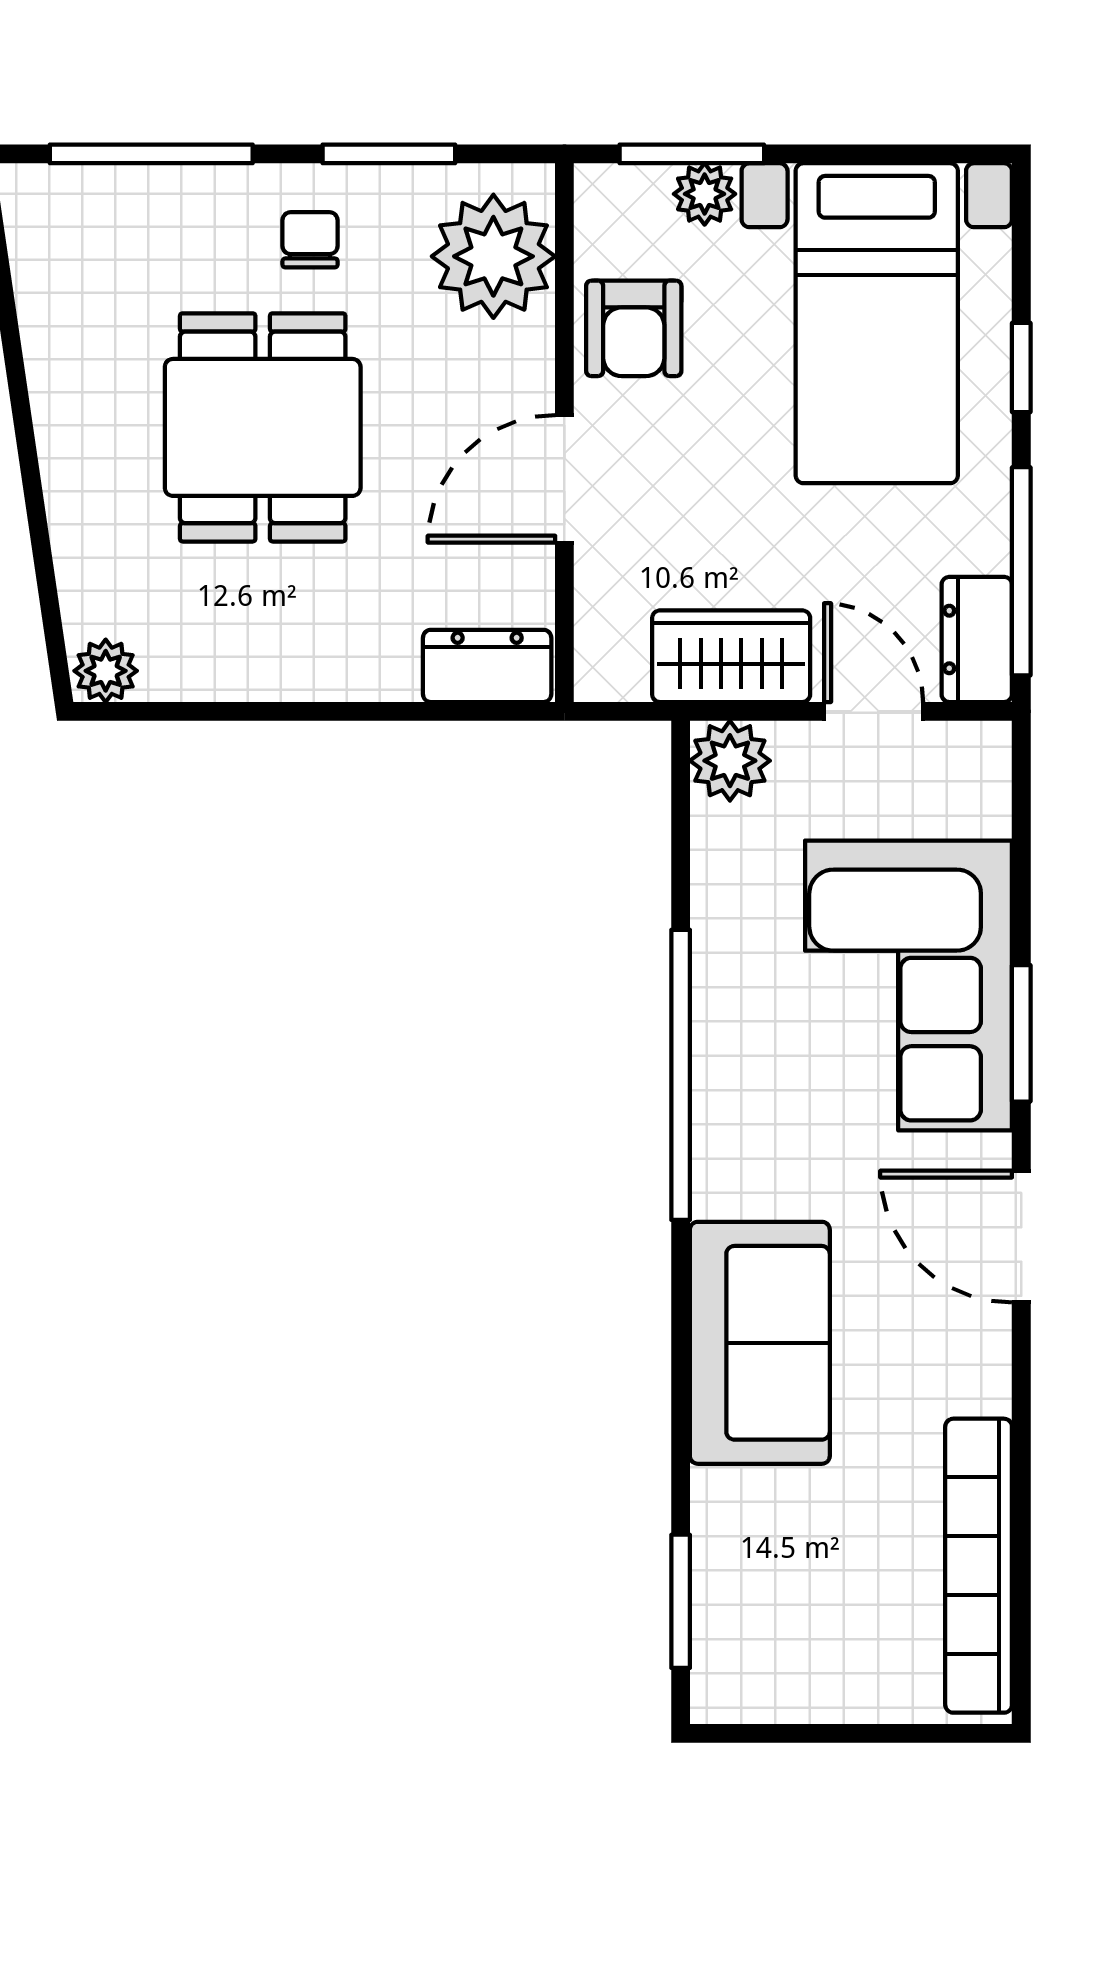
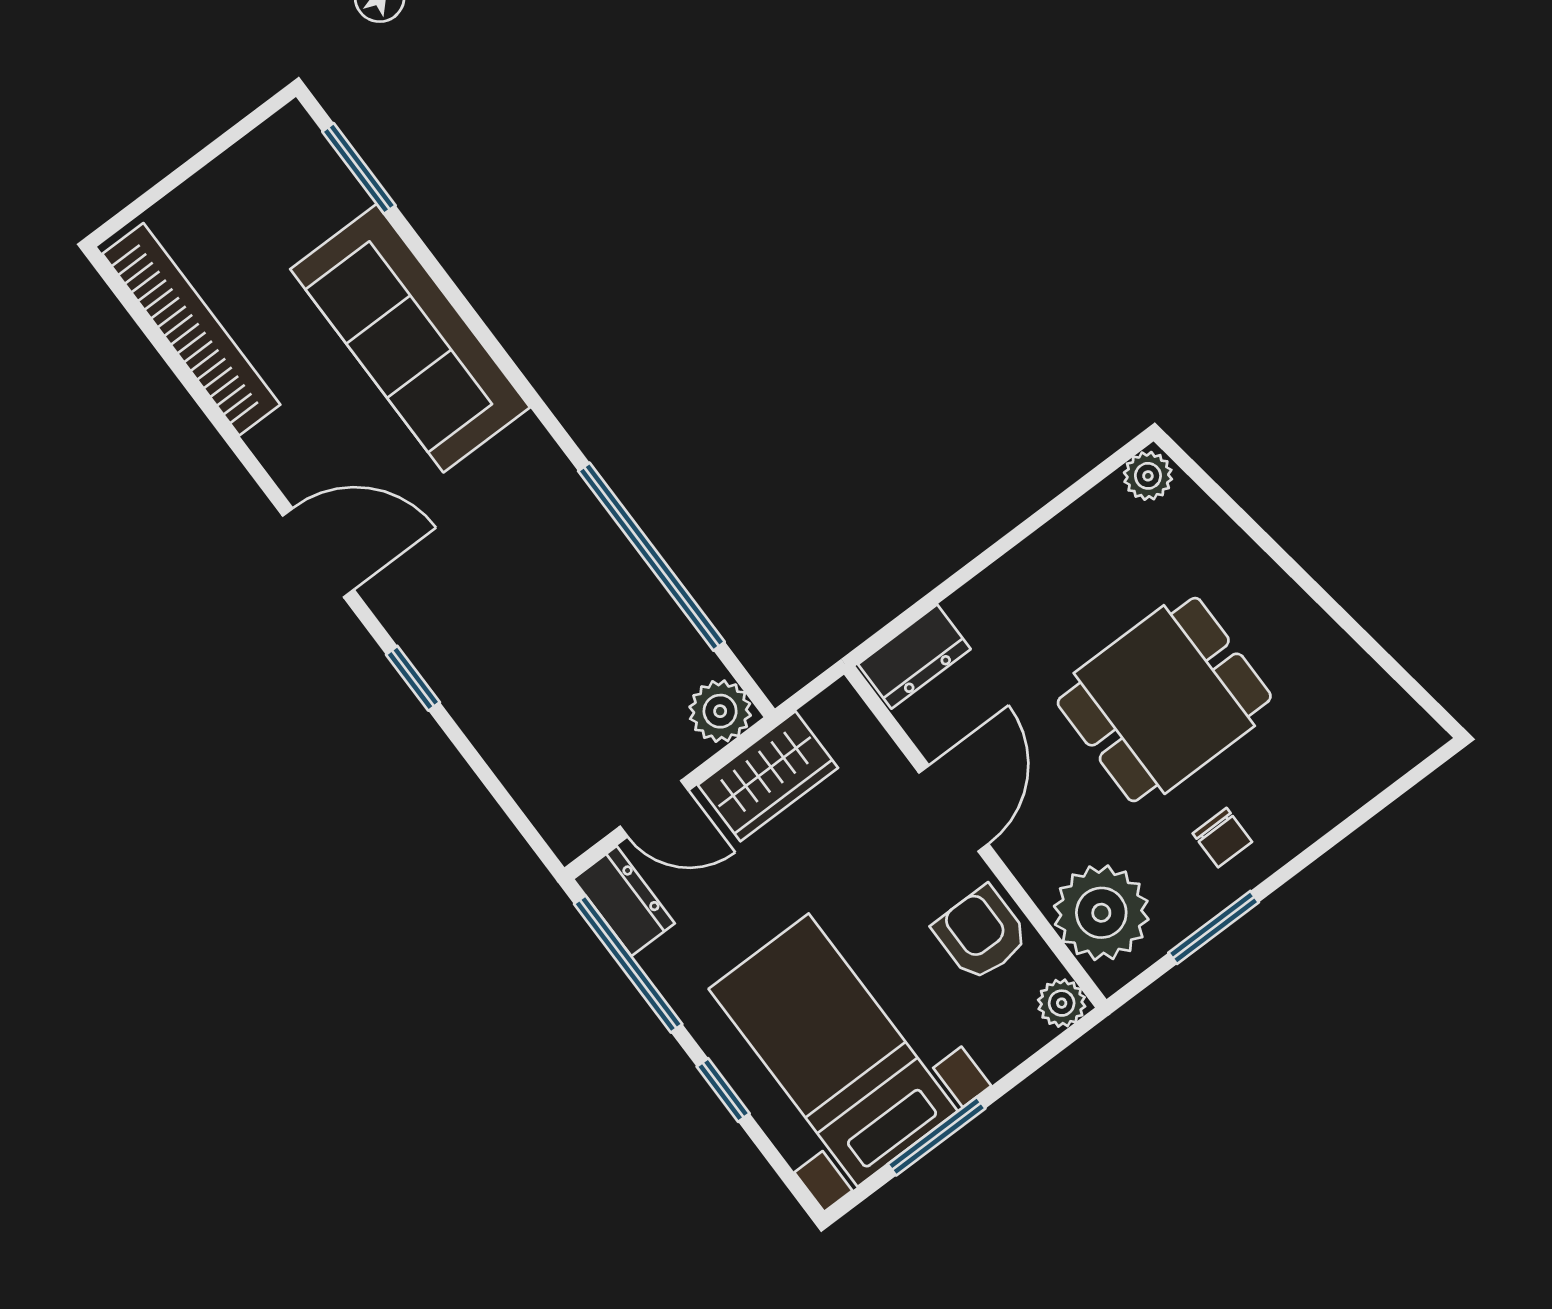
window: (151, 154) -> (1361, 817), removed
window: (692, 154) -> (937, 1136), moved
plant: (705, 194) -> (1062, 1003), moved
dining table: (263, 427) -> (1164, 700), turned 90
corner sofa: (909, 985) -> (505, 655), removed
window: (1021, 1033) -> (413, 678), width x0.67
window: (681, 1075) -> (651, 557), moved
sofa: (760, 1343) -> (410, 338), width x1.36

